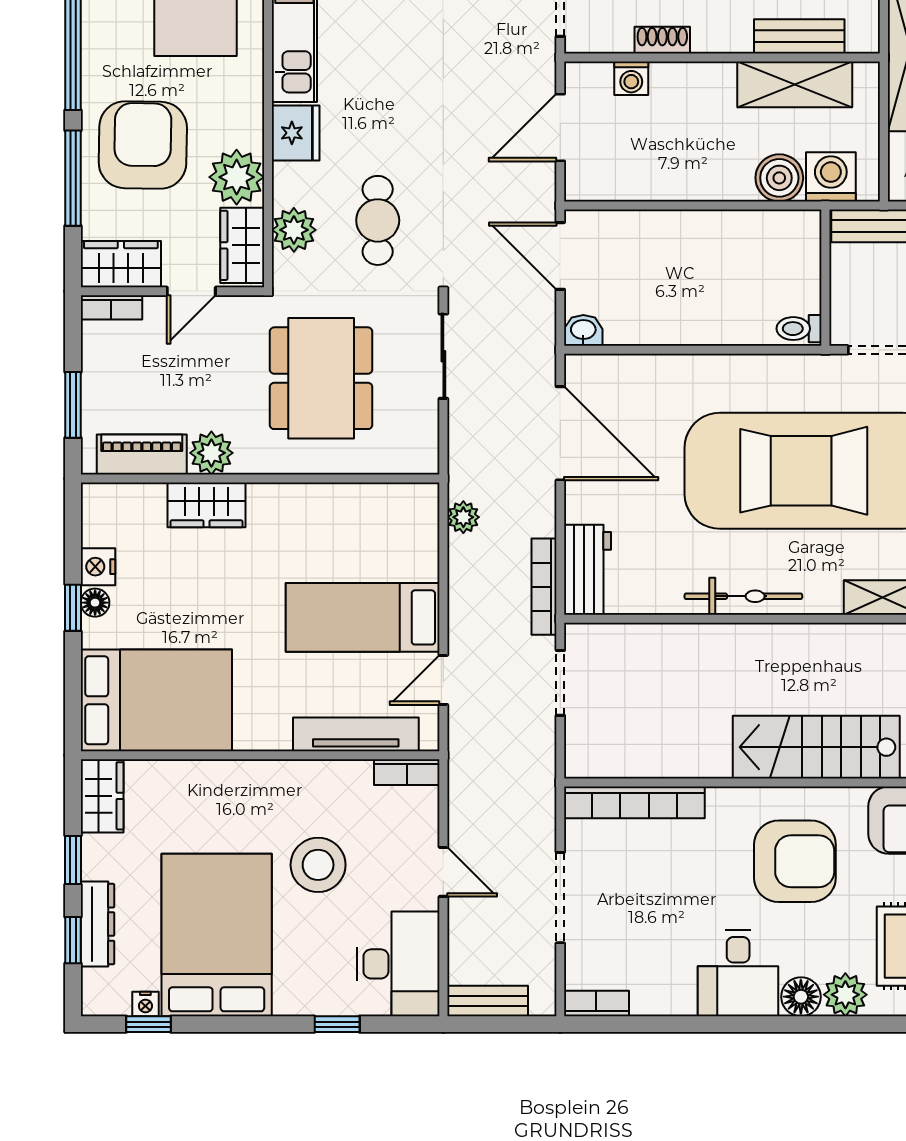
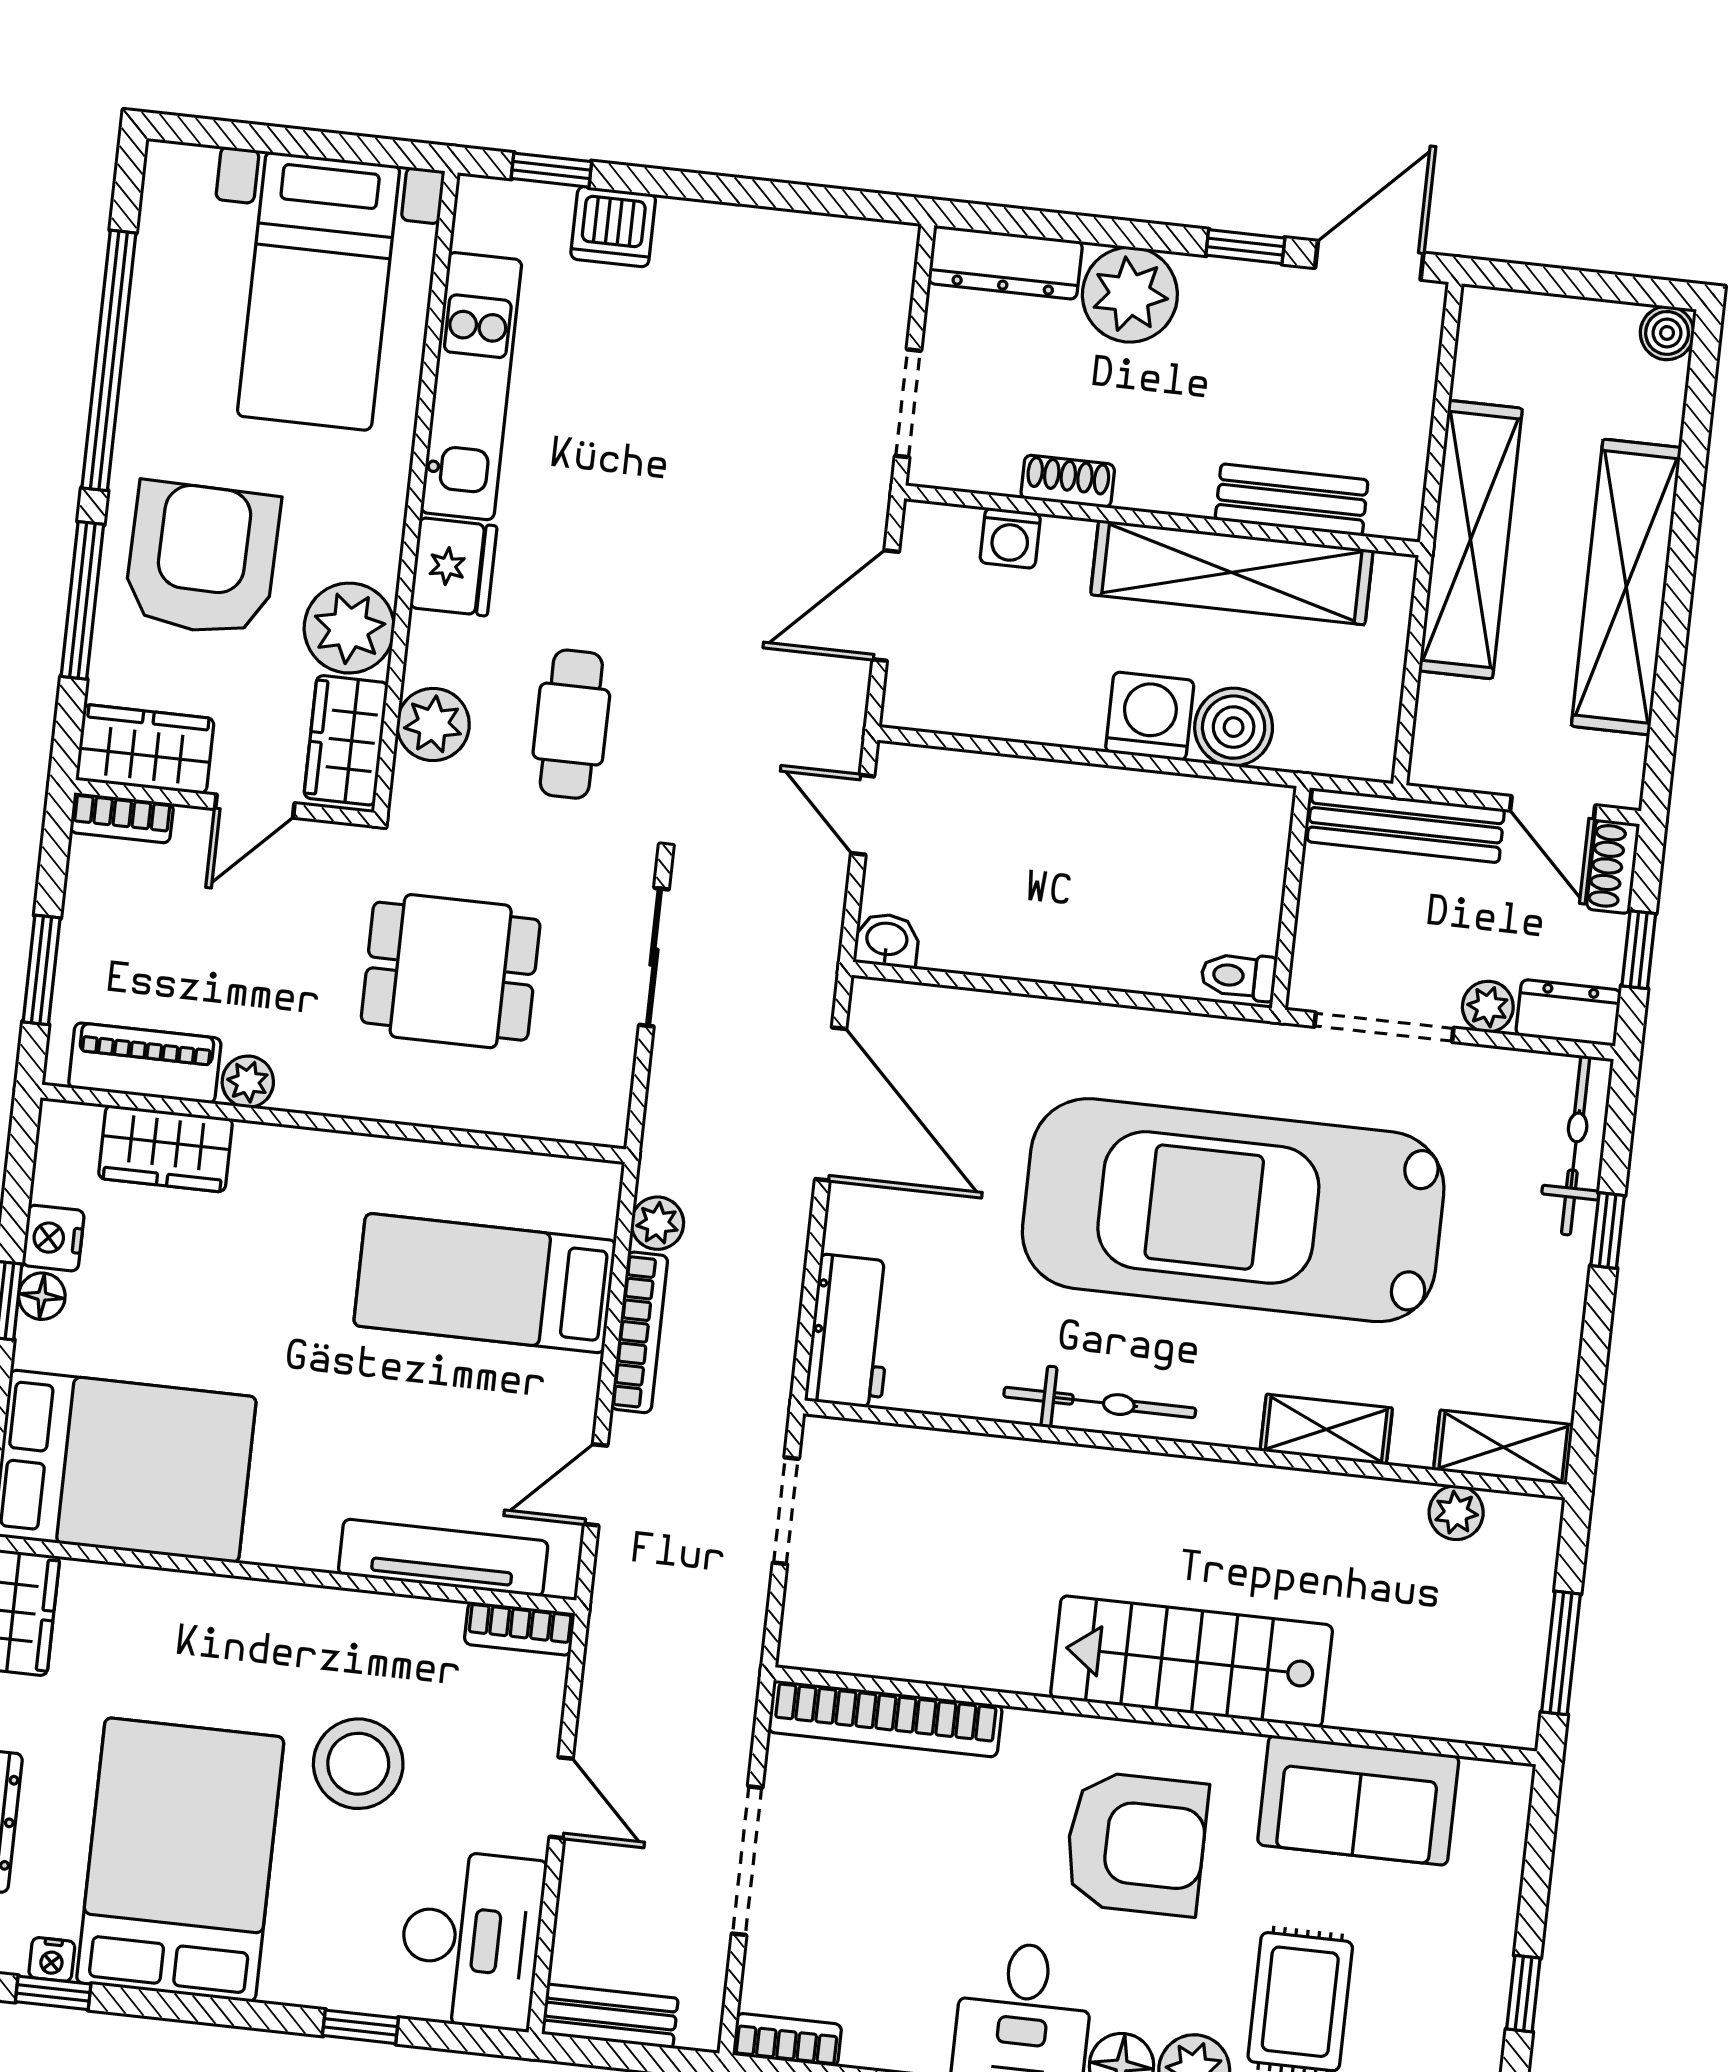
shelving: (795, 84) -> (1232, 572), width x1.47
washing machine: (831, 177) -> (1150, 716), moved
door: (560, 256) -> (863, 815), width x0.73
dining table: (321, 378) -> (451, 971), width x0.73
plant: (211, 453) -> (248, 1082), width x0.73, depth x0.73
wardrobe: (207, 505) -> (165, 1149), moved
bookcase: (544, 587) -> (639, 1332), moved, turned 180
bed: (363, 617) -> (485, 1283), moved

